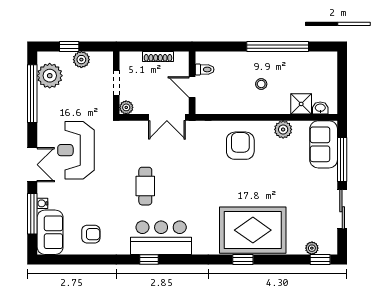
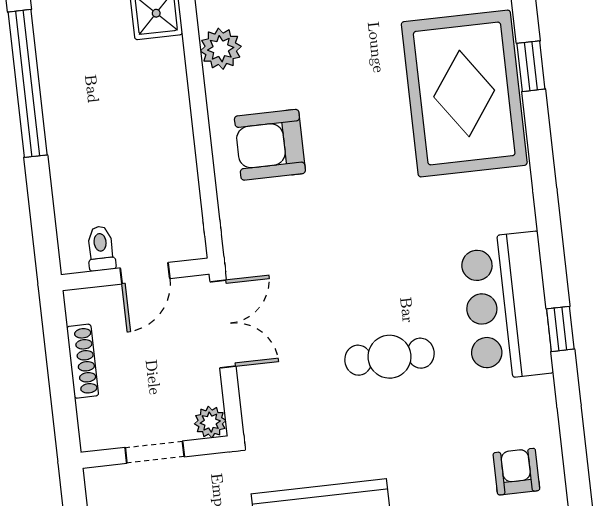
stool: (261, 84) -> (120, 112), removed
window: (243, 259) -> (531, 66), moved

